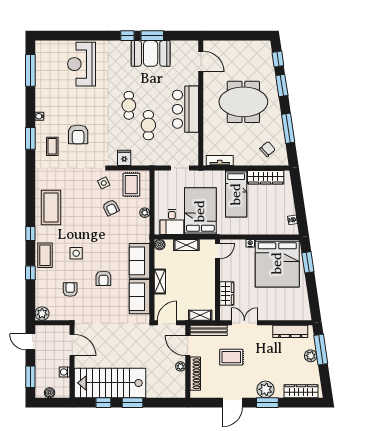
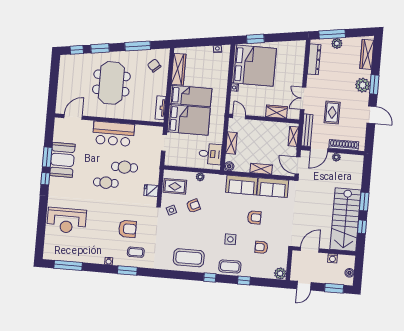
bed: (200, 211) -> (189, 120), moved, turned 180

